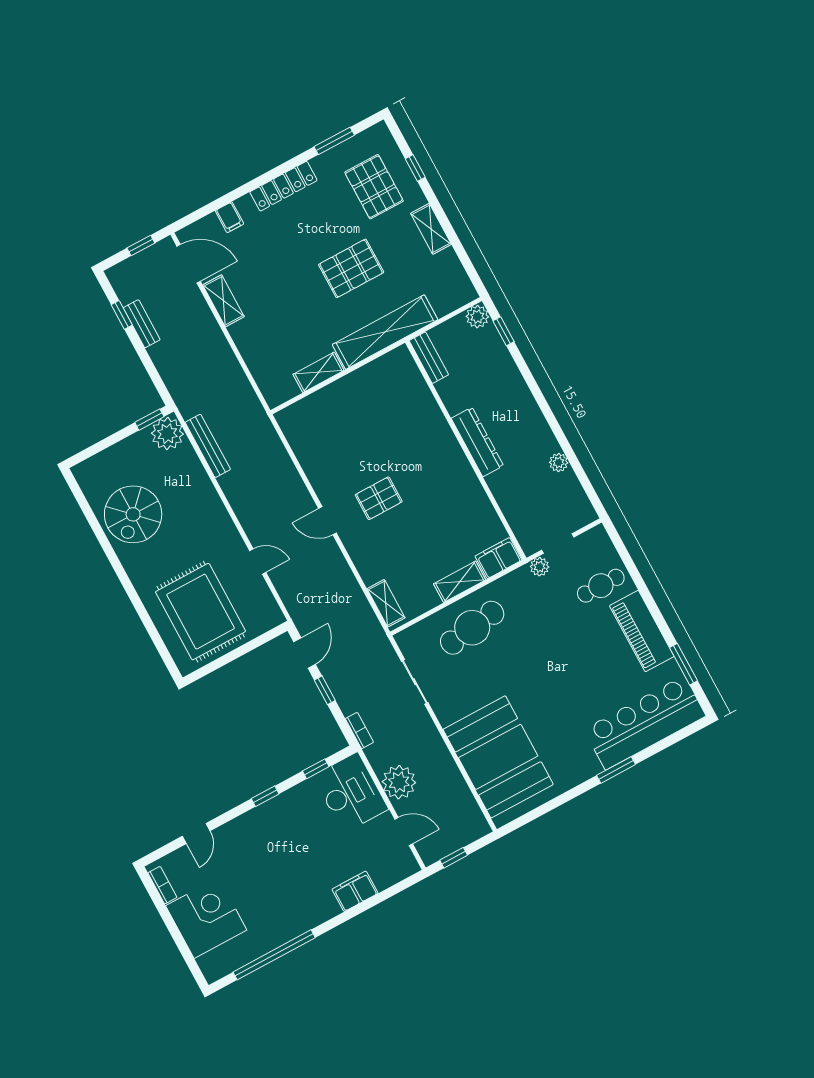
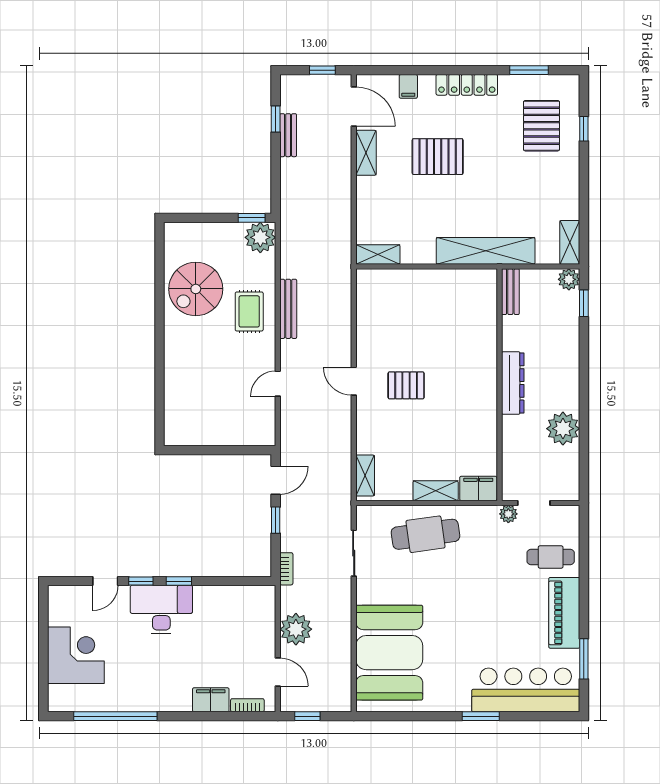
shelving: (431, 229) -> (570, 242), moved
pallet: (351, 268) -> (438, 157), moved
shelving: (319, 372) -> (378, 254), moved
bench: (208, 446) -> (288, 309), moved
plant: (559, 463) -> (563, 429), width x1.87, depth x1.87
door: (258, 561) -> (278, 384), swing flipped
rug: (201, 612) -> (249, 311), moved, width x0.54, depth x0.49
window: (316, 769) -> (141, 581), moved
desk: (351, 793) -> (161, 610), moved, turned -90
bookcase: (162, 885) -> (247, 705), moved, turned -90

